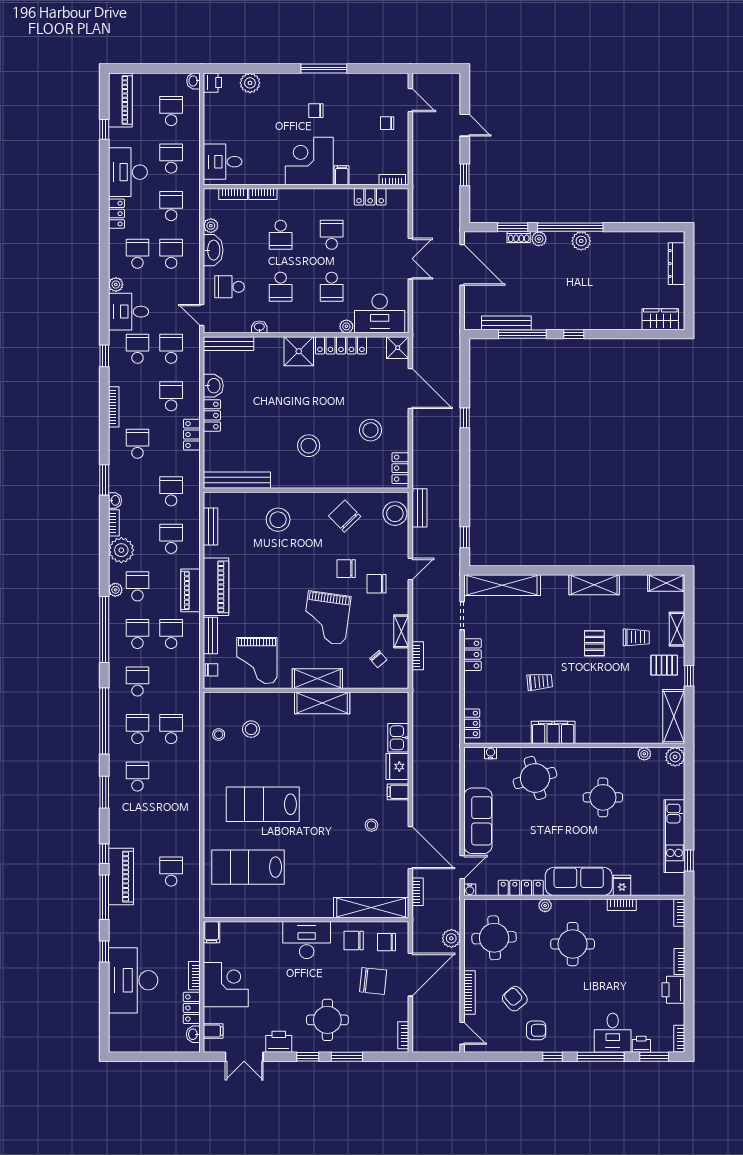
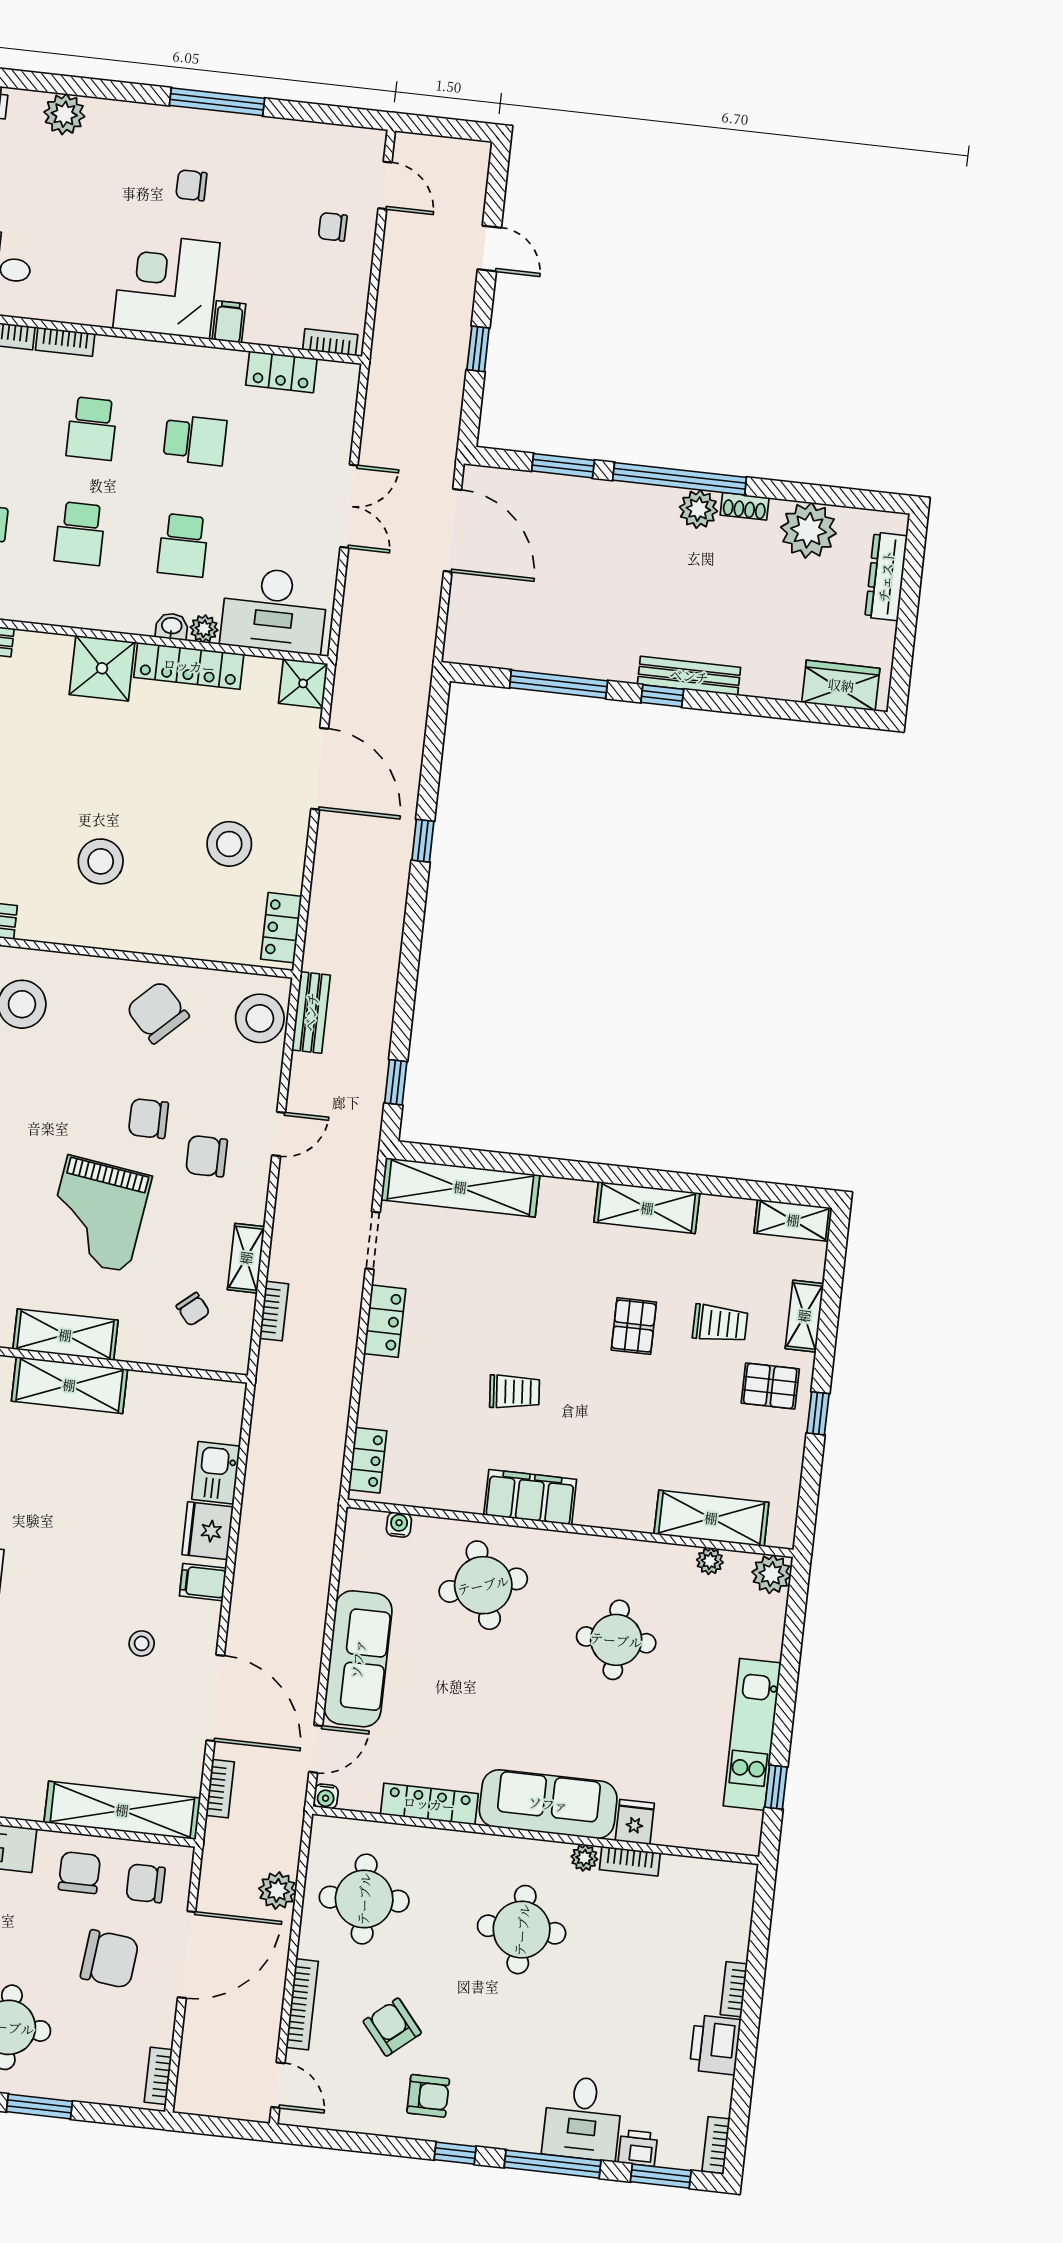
school desk: (332, 235) -> (195, 440), turned 90
shoe rack: (519, 237) -> (745, 506), moved
plant: (539, 239) -> (808, 530), moved, width x1.88, depth x1.88
bench: (506, 323) -> (689, 676), moved
washbasin: (259, 327) -> (172, 626), moved
shelving: (674, 717) -> (711, 1518), moved, turned 90
plant: (545, 906) -> (584, 1858), moved
bookcase: (679, 913) -> (744, 1890), removed
chair: (354, 940) -> (79, 1873), turned 90

